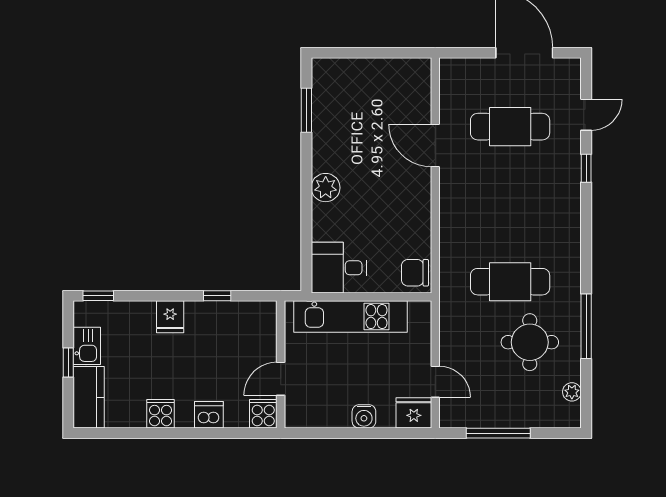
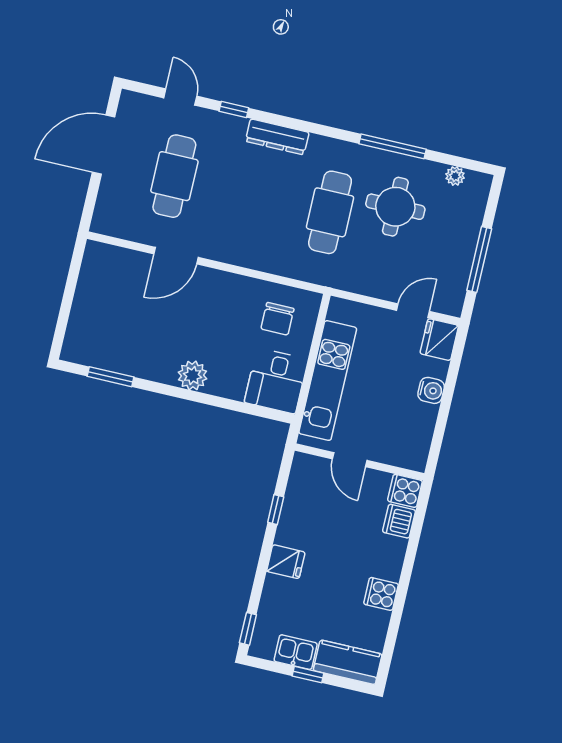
dresser: (570, 215) -> (277, 137), added
chair: (415, 273) -> (277, 319), moved
door: (281, 379) -> (350, 460), moved
dishwasher: (209, 415) -> (399, 521), moved

